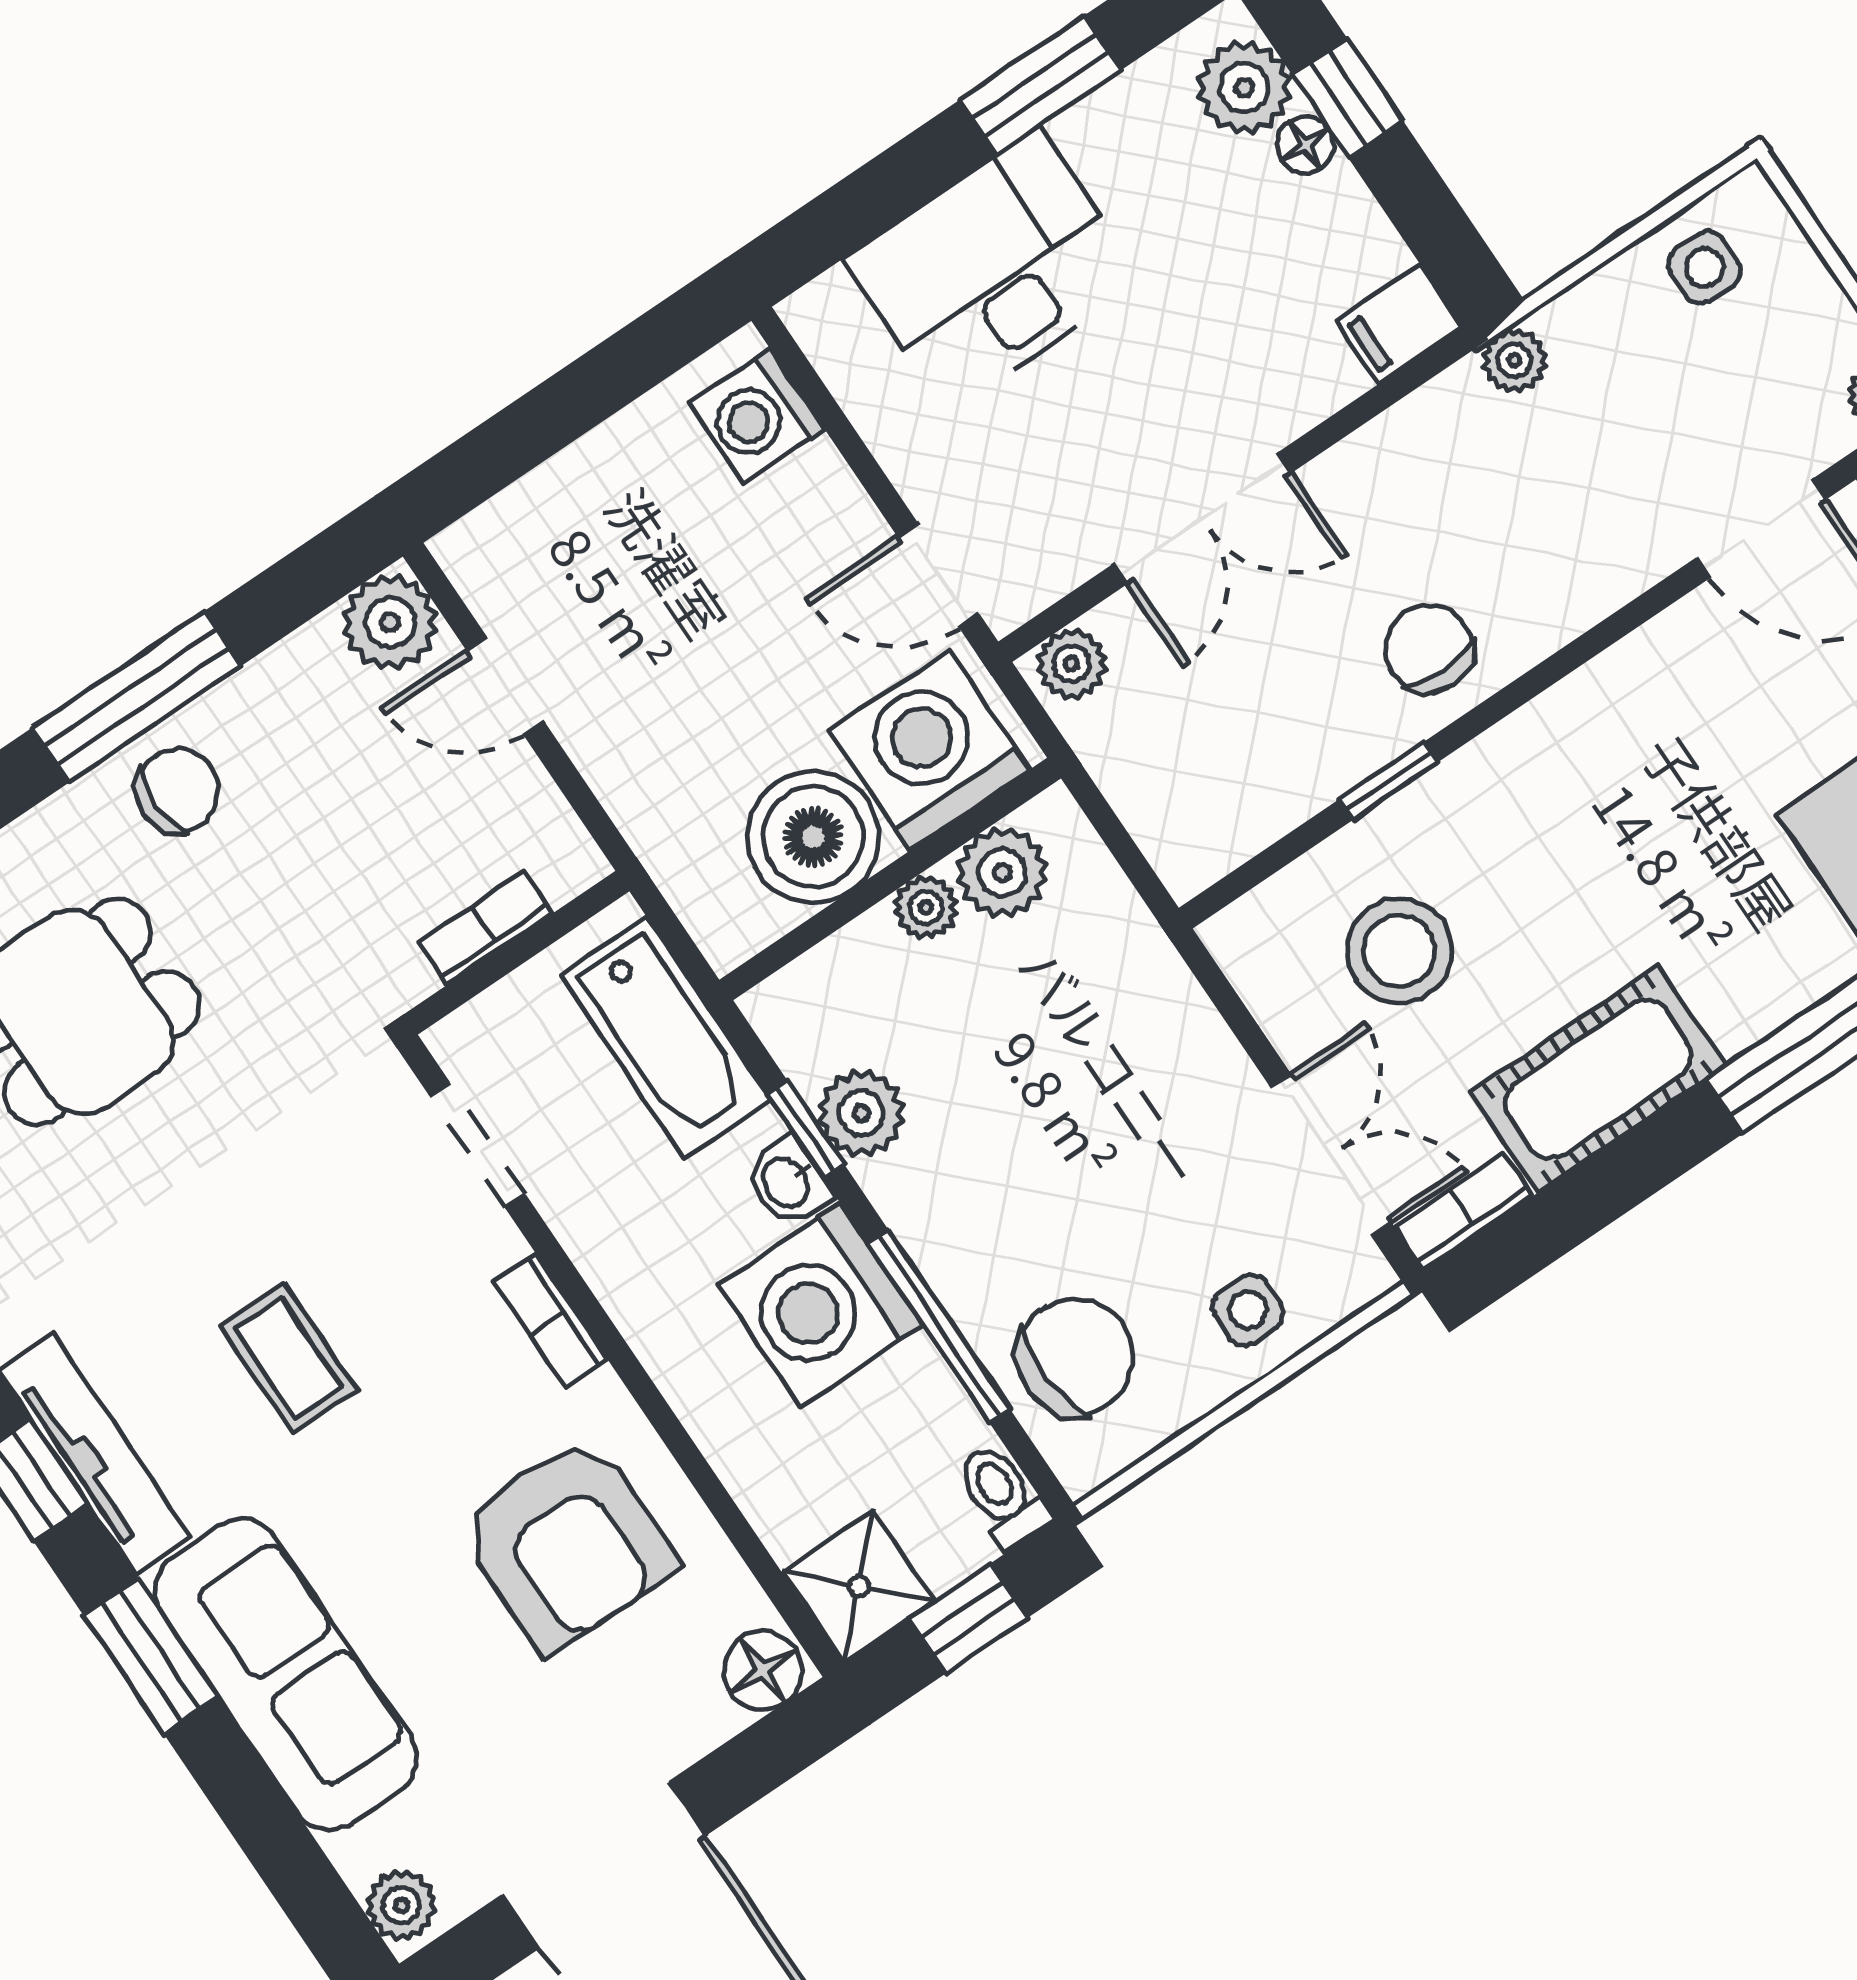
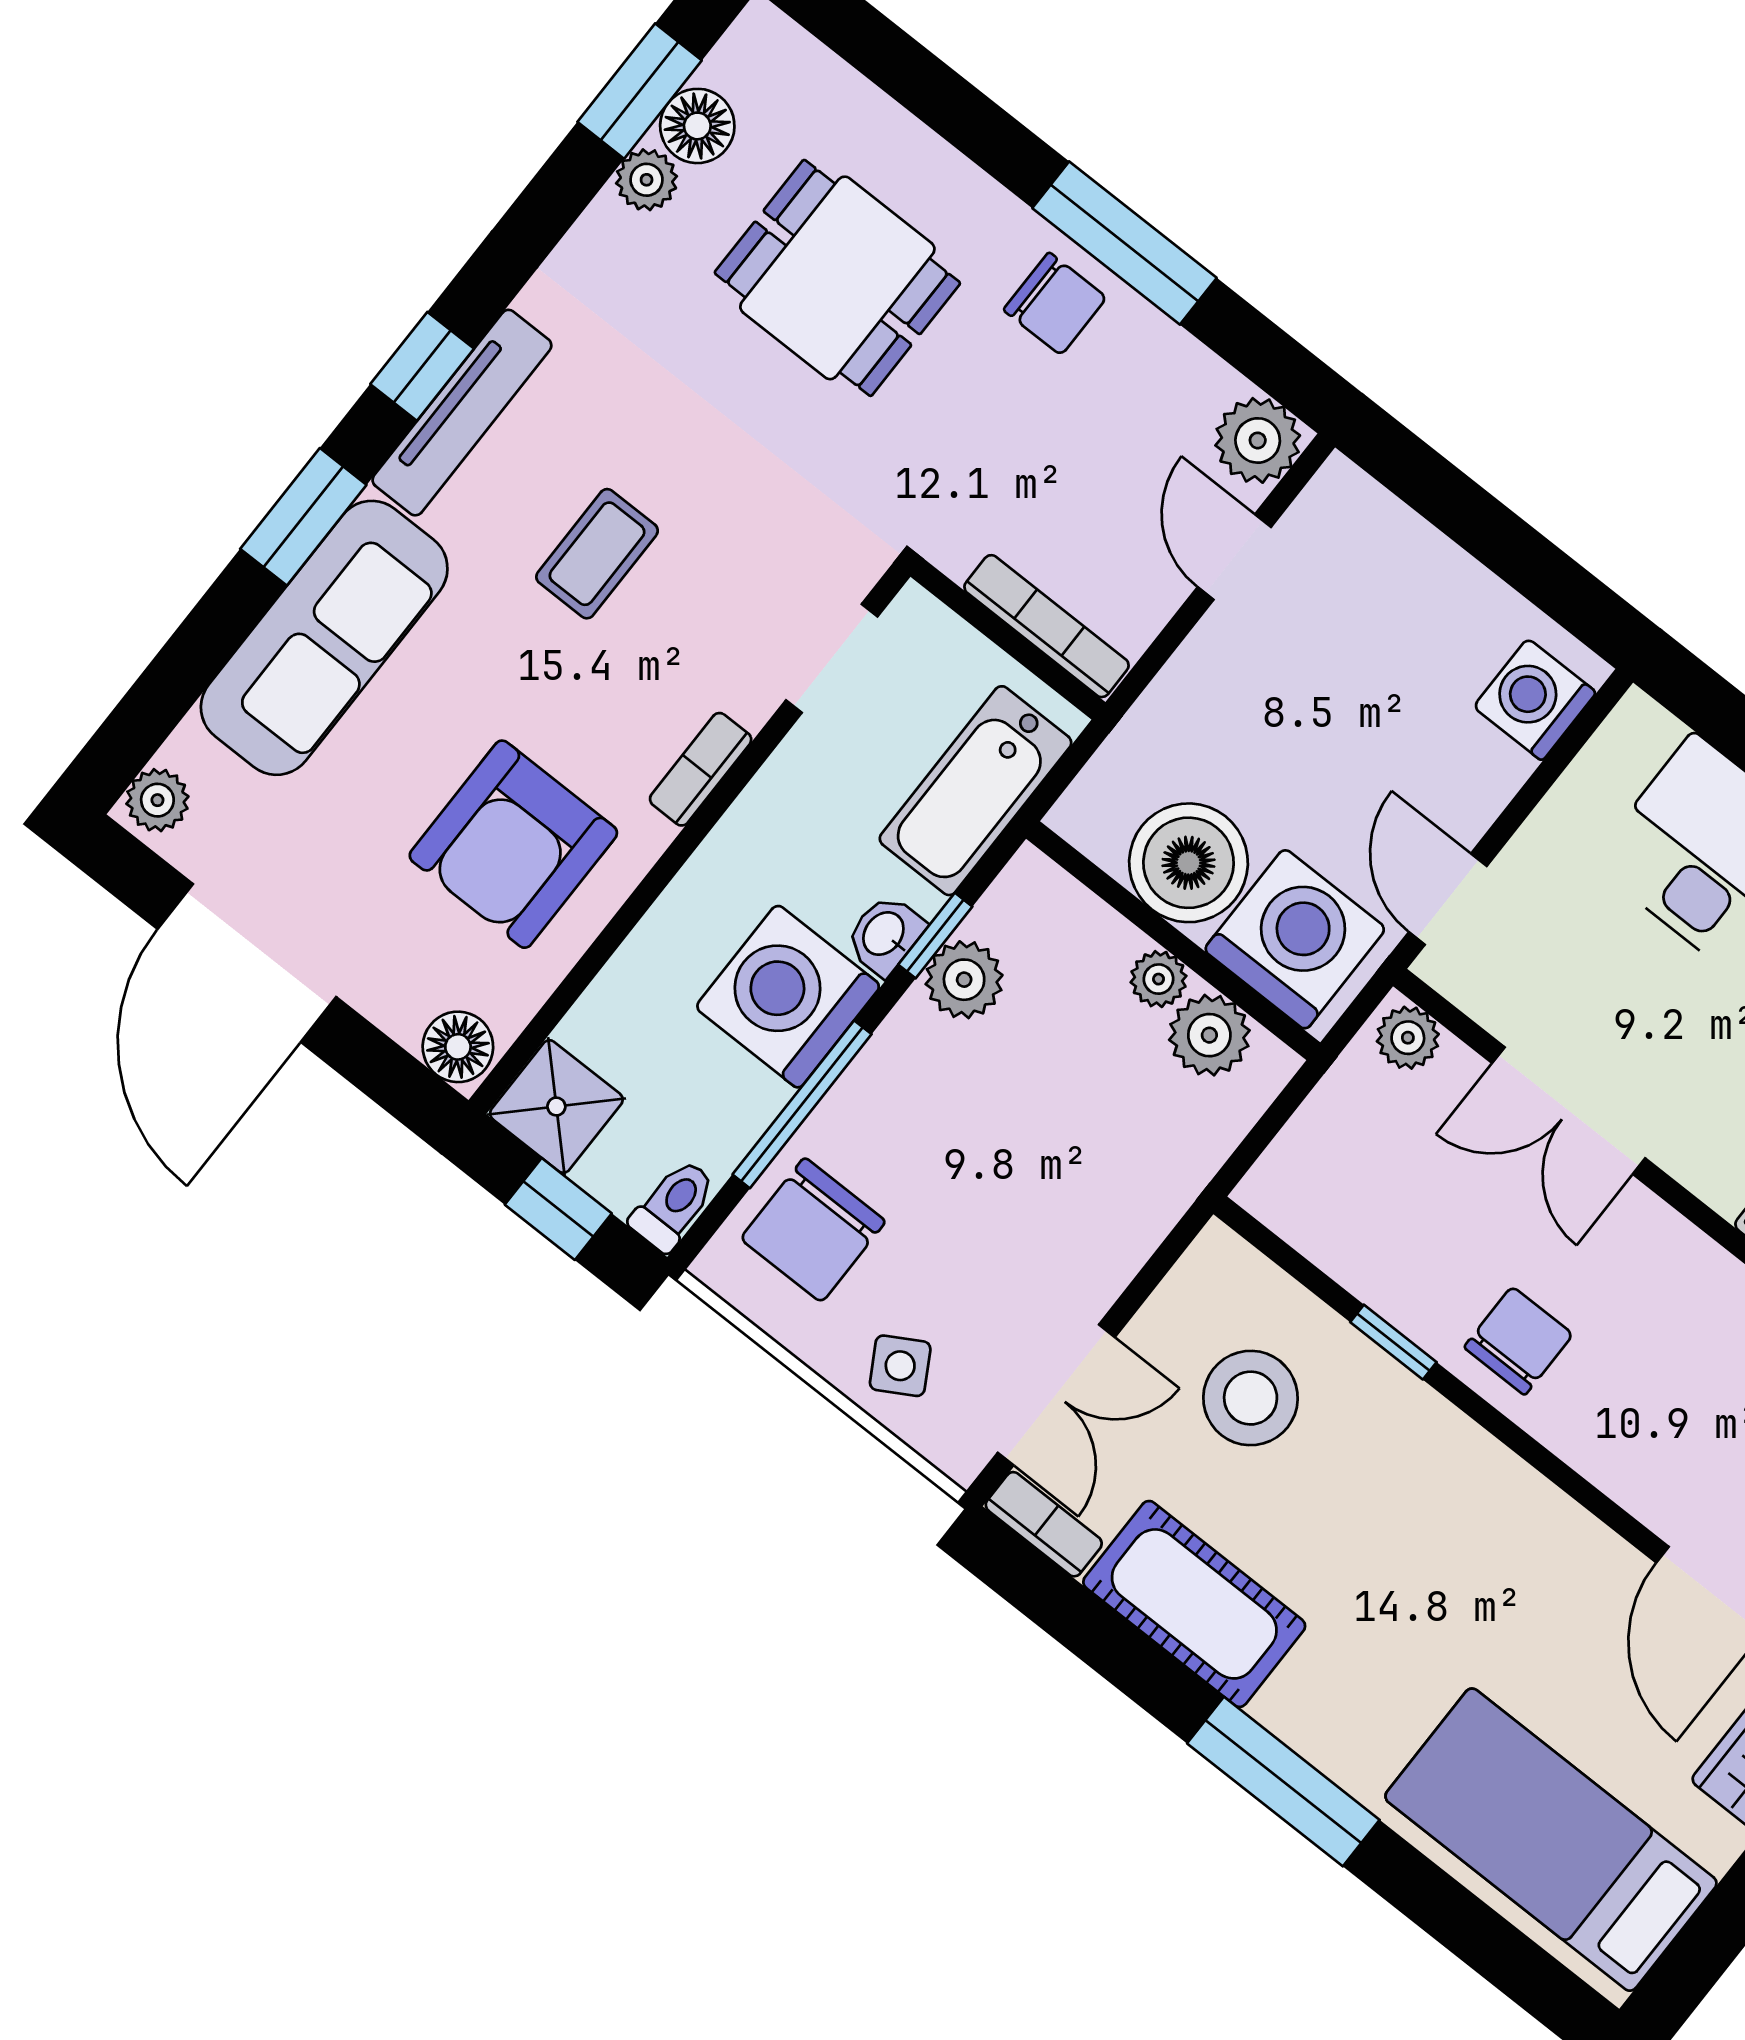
bookcase: (486, 928) -> (1047, 626), width x1.56
side table: (1248, 1310) -> (900, 1366), turned -30
chair: (1075, 1357) -> (813, 1230), turned 93

